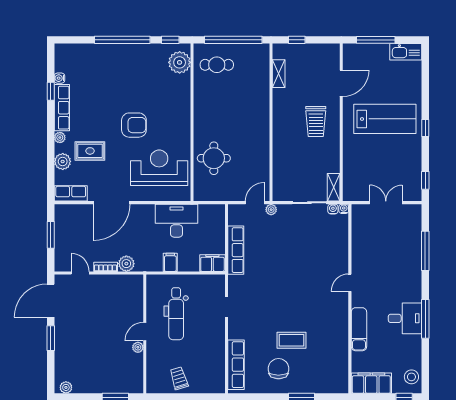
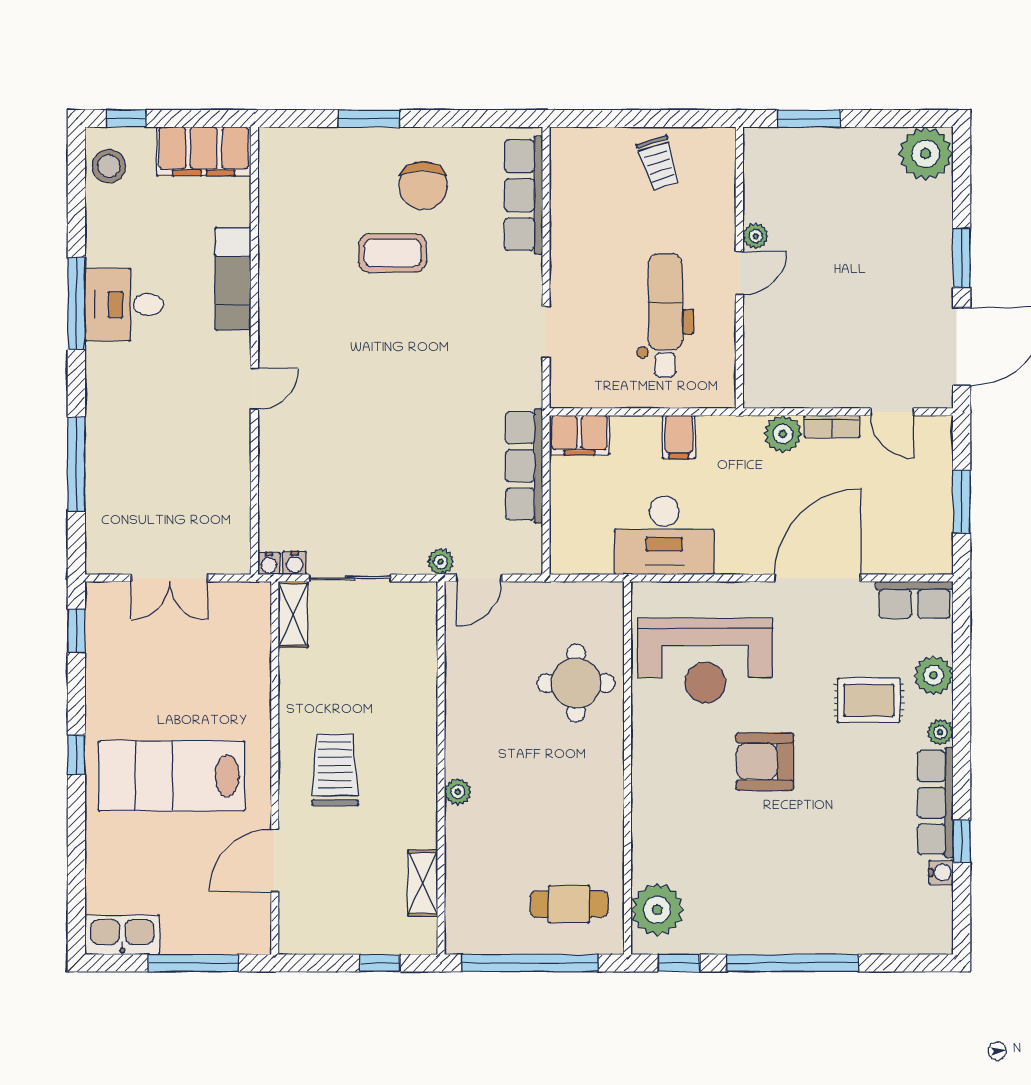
plant: (264, 112) -> (458, 792), added
plant: (66, 387) -> (926, 154), width x1.88, depth x1.88

